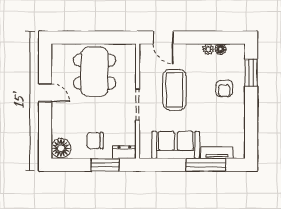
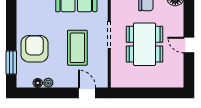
dining table: (95, 72) -> (145, 44), moved
armchair: (224, 89) -> (35, 49), width x1.88, depth x1.88

